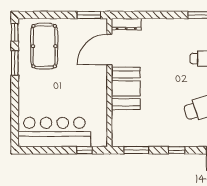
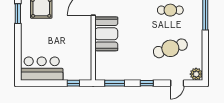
bar counter: (54, 132) -> (42, 69), width x0.73

